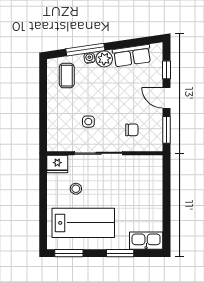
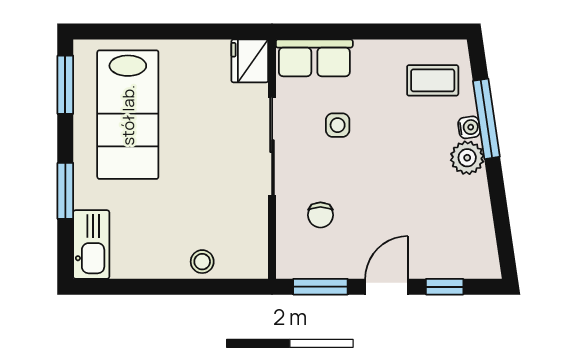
row of seats: (132, 56) -> (314, 58), moved, turned -82
stool: (76, 189) -> (202, 262), moved

